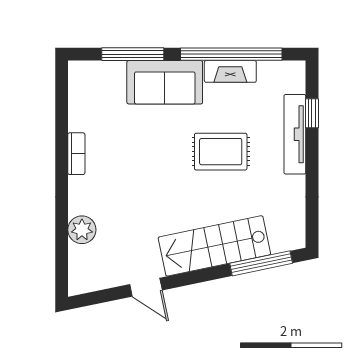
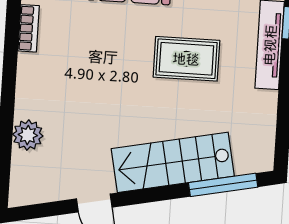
bookcase: (76, 154) -> (29, 28), moved

